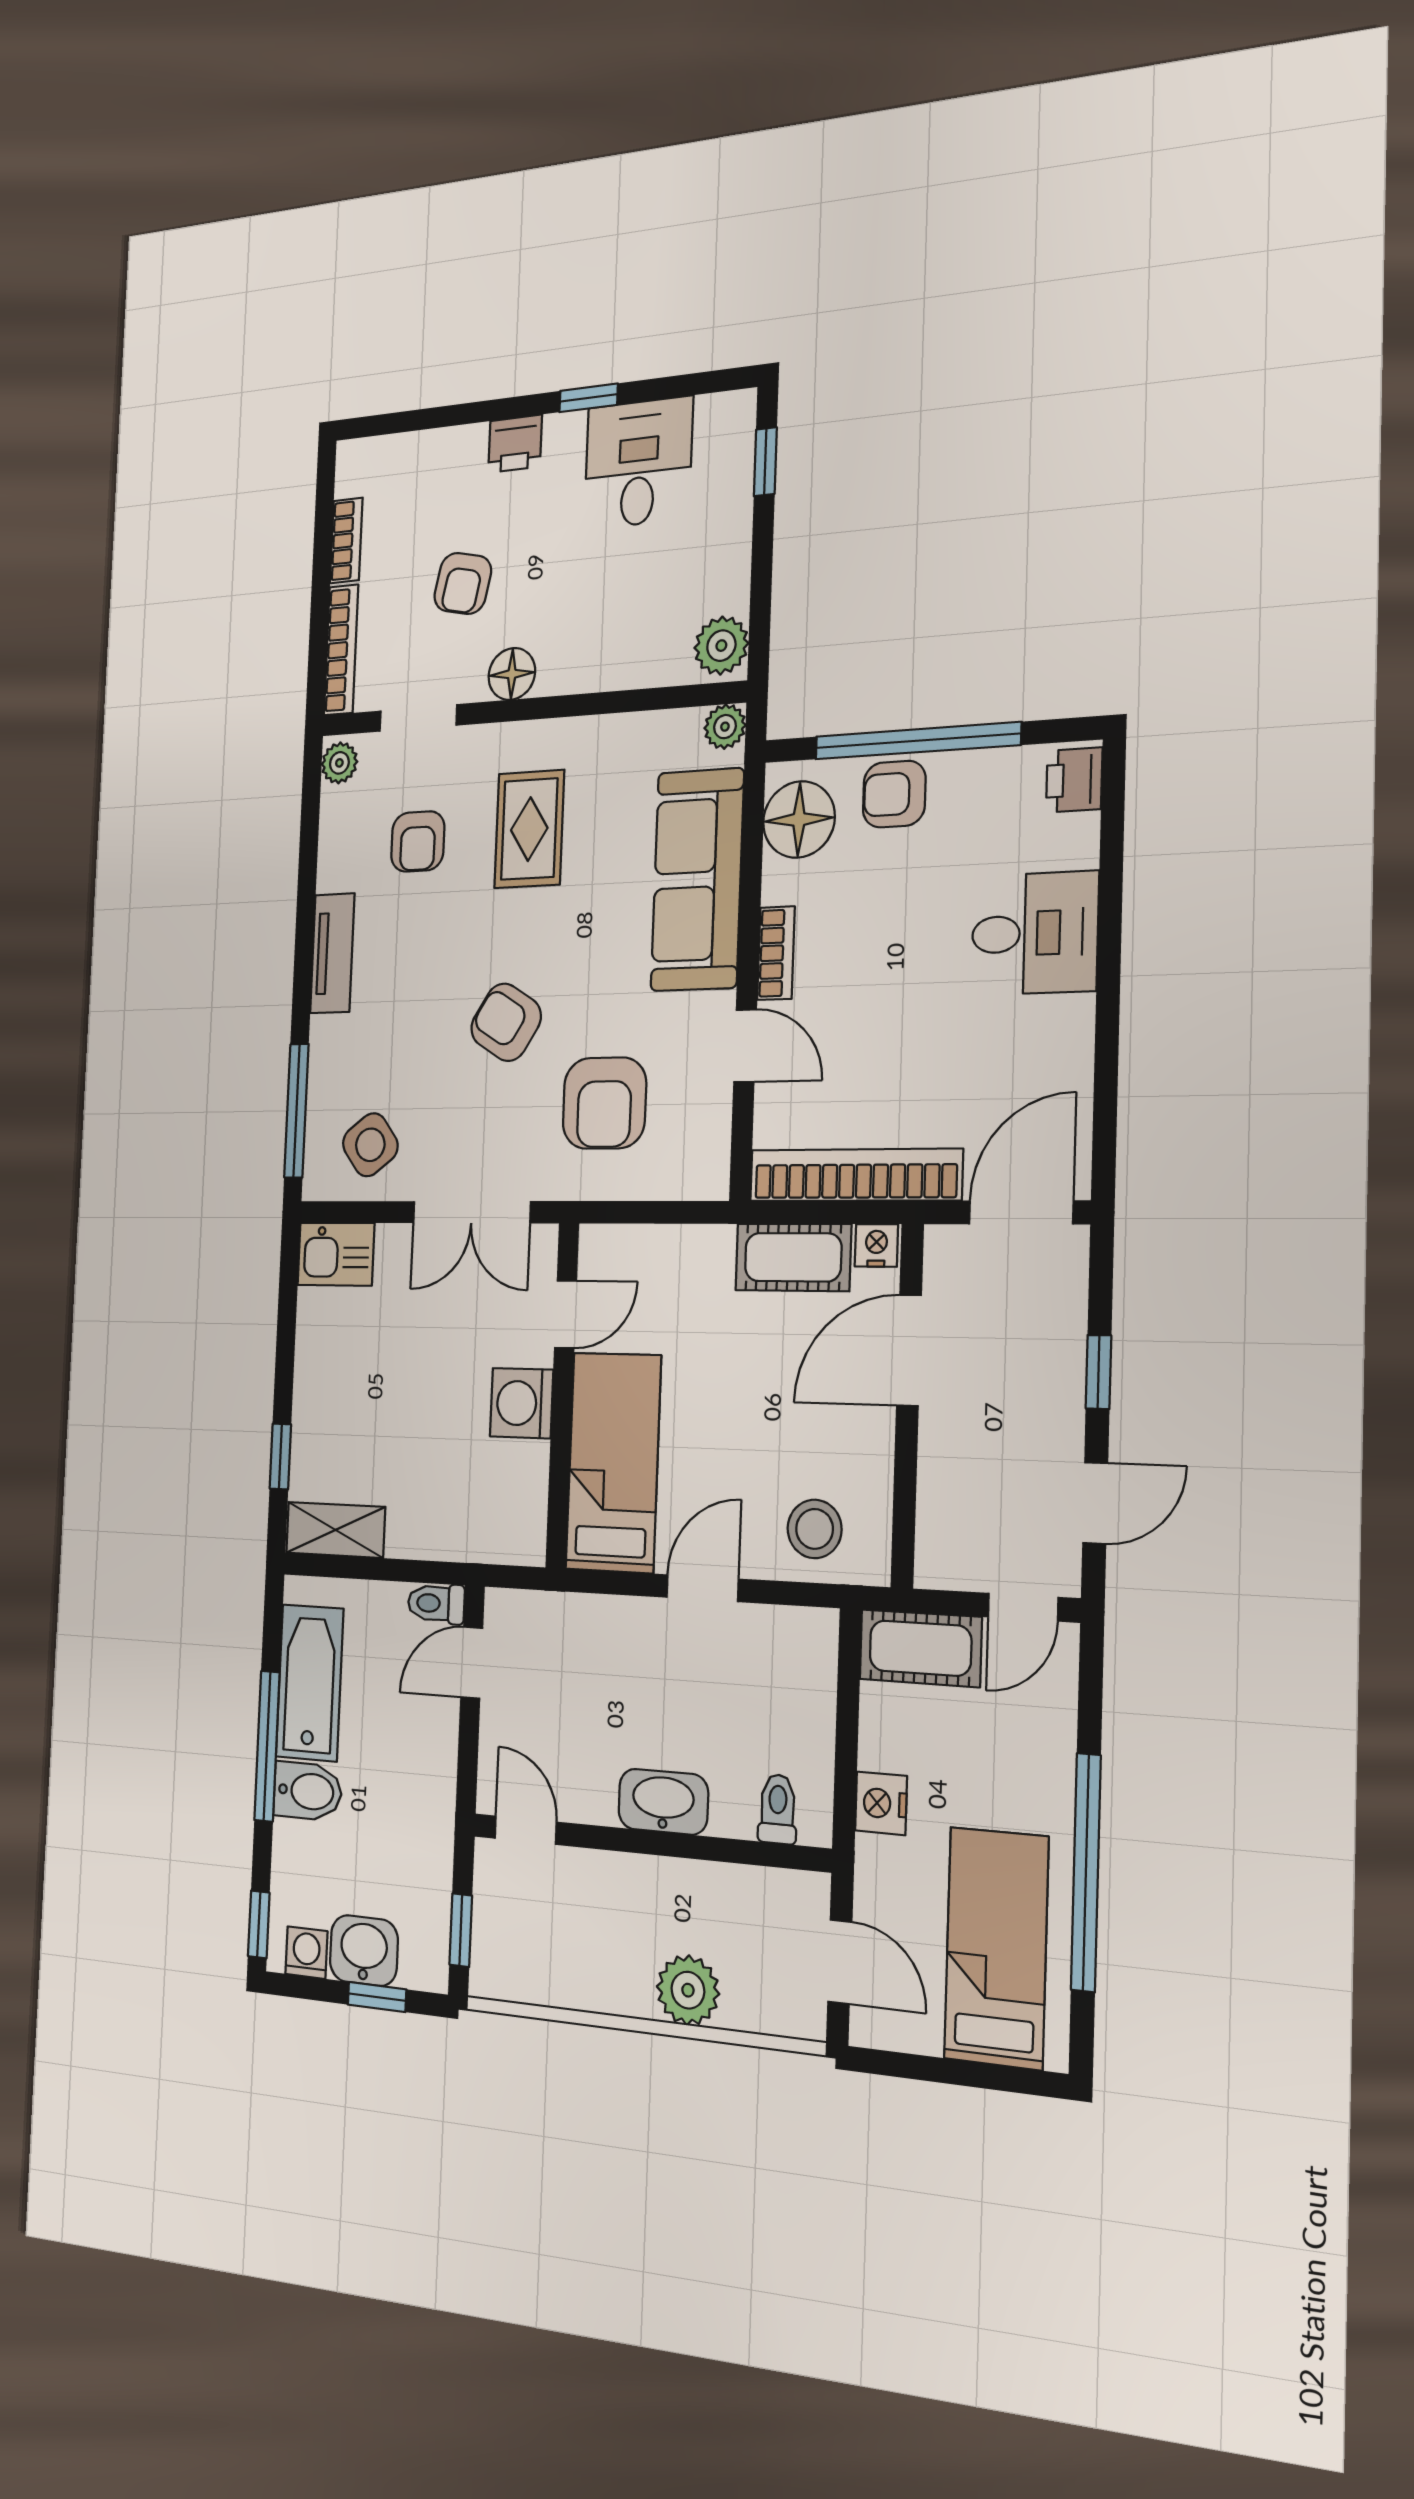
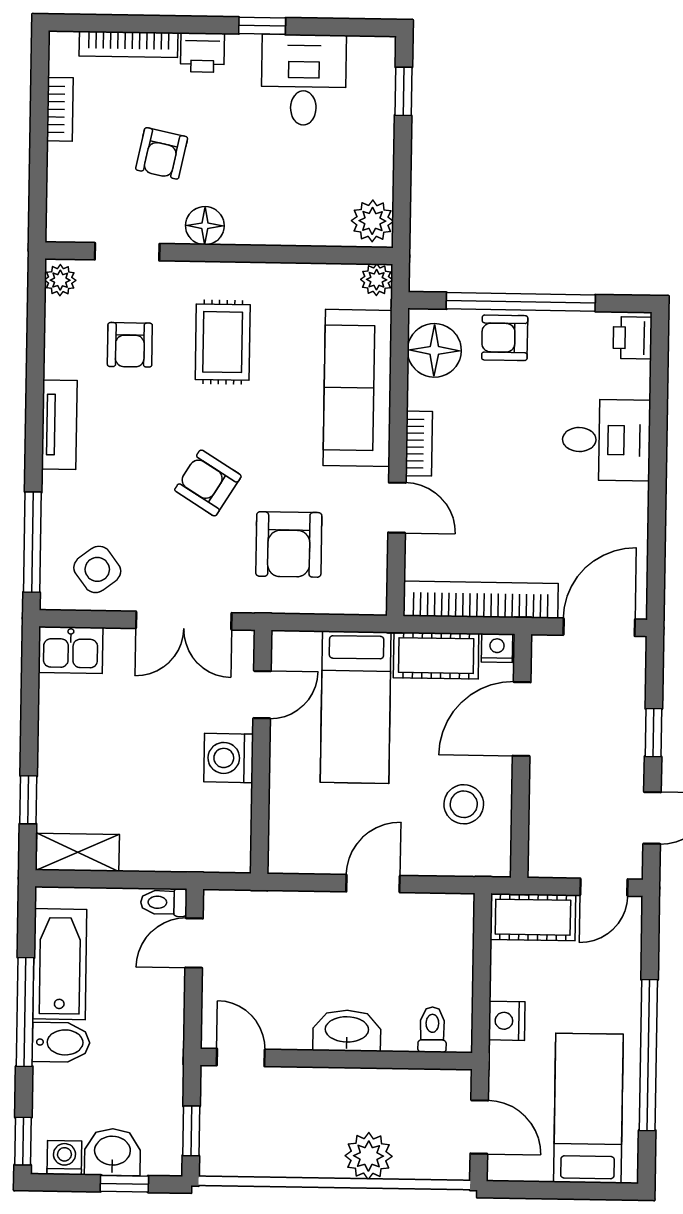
bookcase: (341, 650) -> (129, 44), moved, turned 90
bed: (613, 1462) -> (356, 707), moved, turned 180
stool: (815, 1529) -> (464, 804), moved

